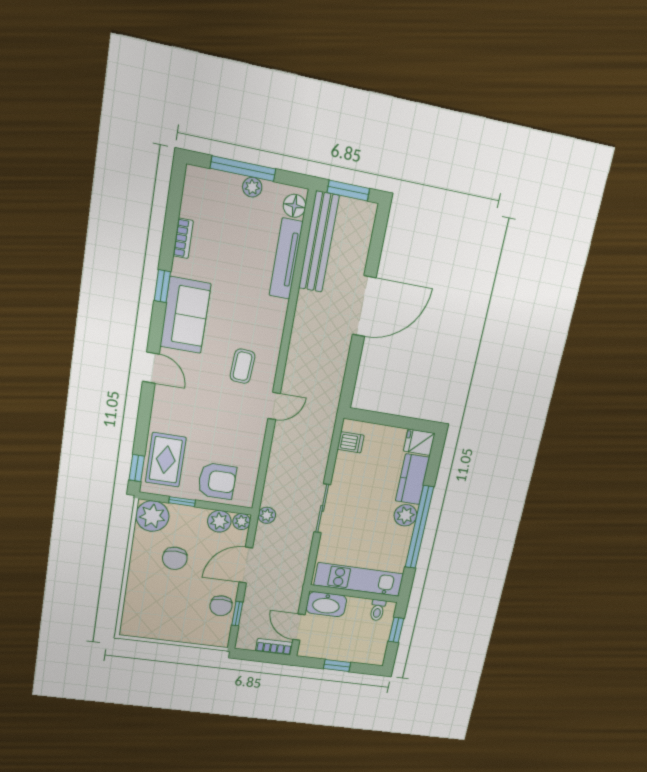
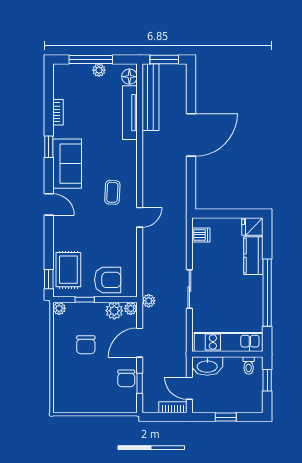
plant: (405, 515) -> (254, 285), removed
plant: (152, 516) -> (59, 308), width x0.53, depth x0.53

